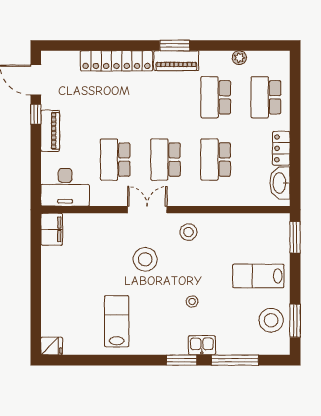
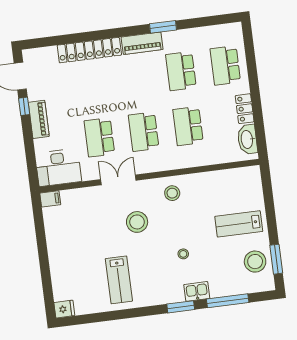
window: (175, 45) -> (163, 27), moved
plant: (239, 58) -> (197, 33), removed
double door: (147, 210) -> (118, 180), moved
filing cabinet: (52, 229) -> (50, 199), width x0.50
window: (295, 237) -> (267, 186), removed
lab bench: (117, 321) -> (119, 280), turned 180

